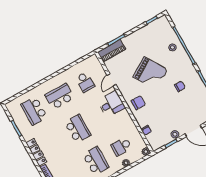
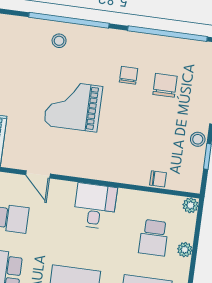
grand piano: (150, 73) -> (73, 106), turned -148
chair: (138, 103) -> (165, 85), moved
desk: (111, 104) -> (95, 206), moved

